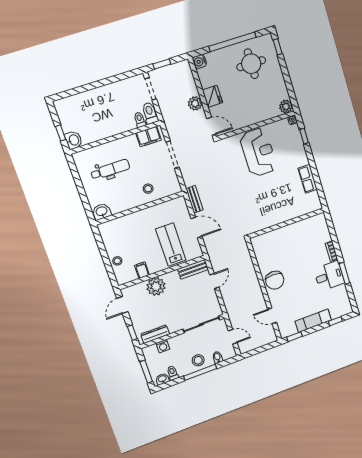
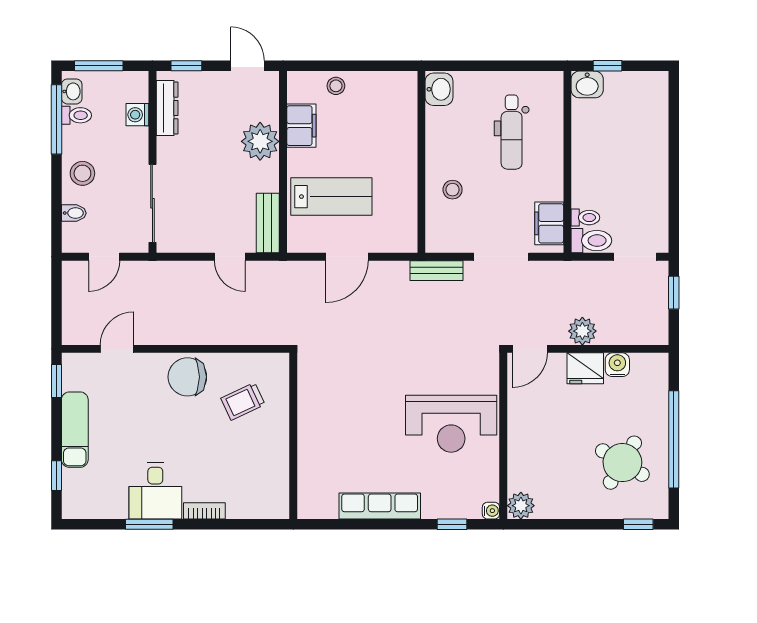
water cooler: (200, 62) -> (617, 365), moved
round table: (251, 64) -> (622, 463), turned 31
row of seats: (308, 179) -> (380, 506), width x1.48
bench: (194, 199) -> (436, 271), moved
trolley: (278, 252) -> (243, 401), added
filing cabinet: (142, 270) -> (301, 126), width x2.00
window: (200, 372) -> (56, 119), moved

